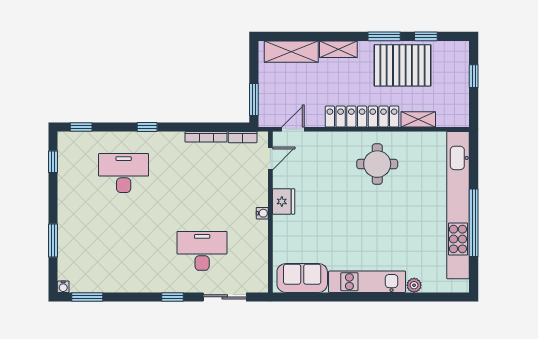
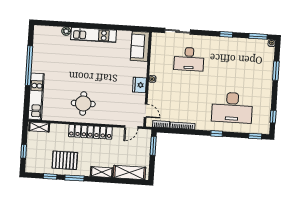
pallet: (402, 65) -> (65, 160), width x0.73, depth x0.71
shelving: (418, 119) -> (39, 127), moved
door: (270, 159) -> (146, 111), swing flipped
desk: (124, 173) -> (232, 108), width x1.36, depth x1.30
kitchen unit: (458, 205) -> (36, 96), width x0.54
sofa: (302, 278) -> (140, 46), moved, turned 90
window: (172, 297) -> (226, 34), moved

